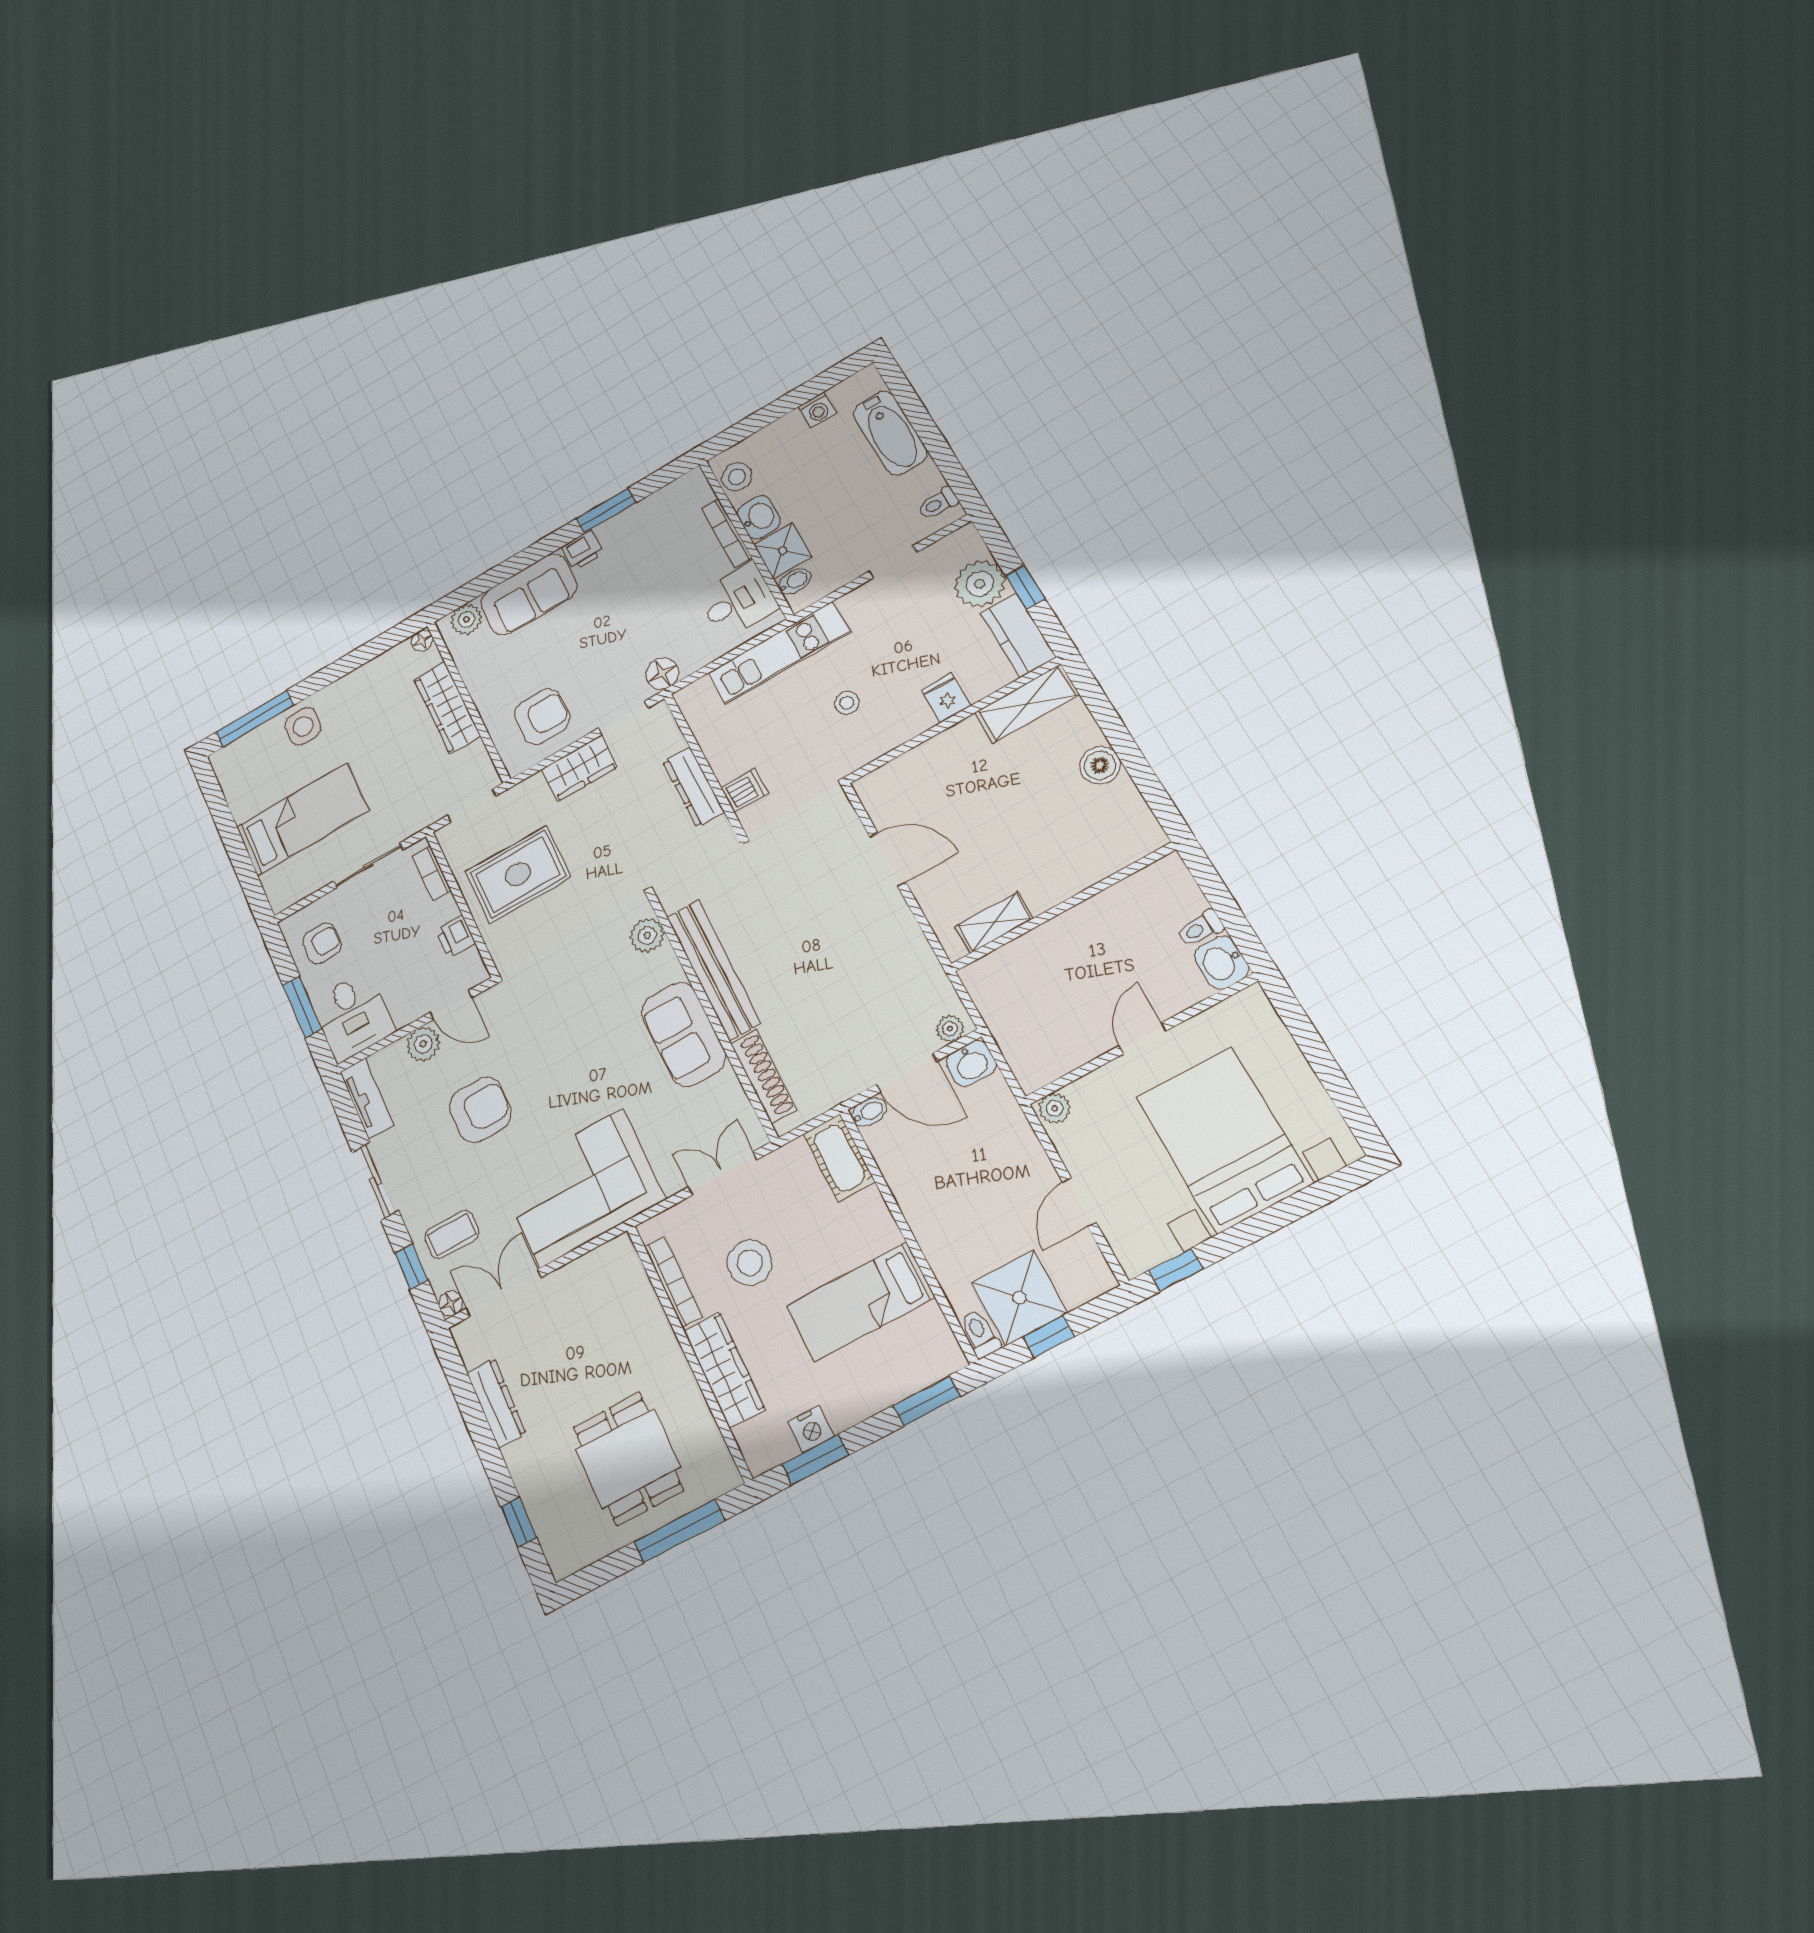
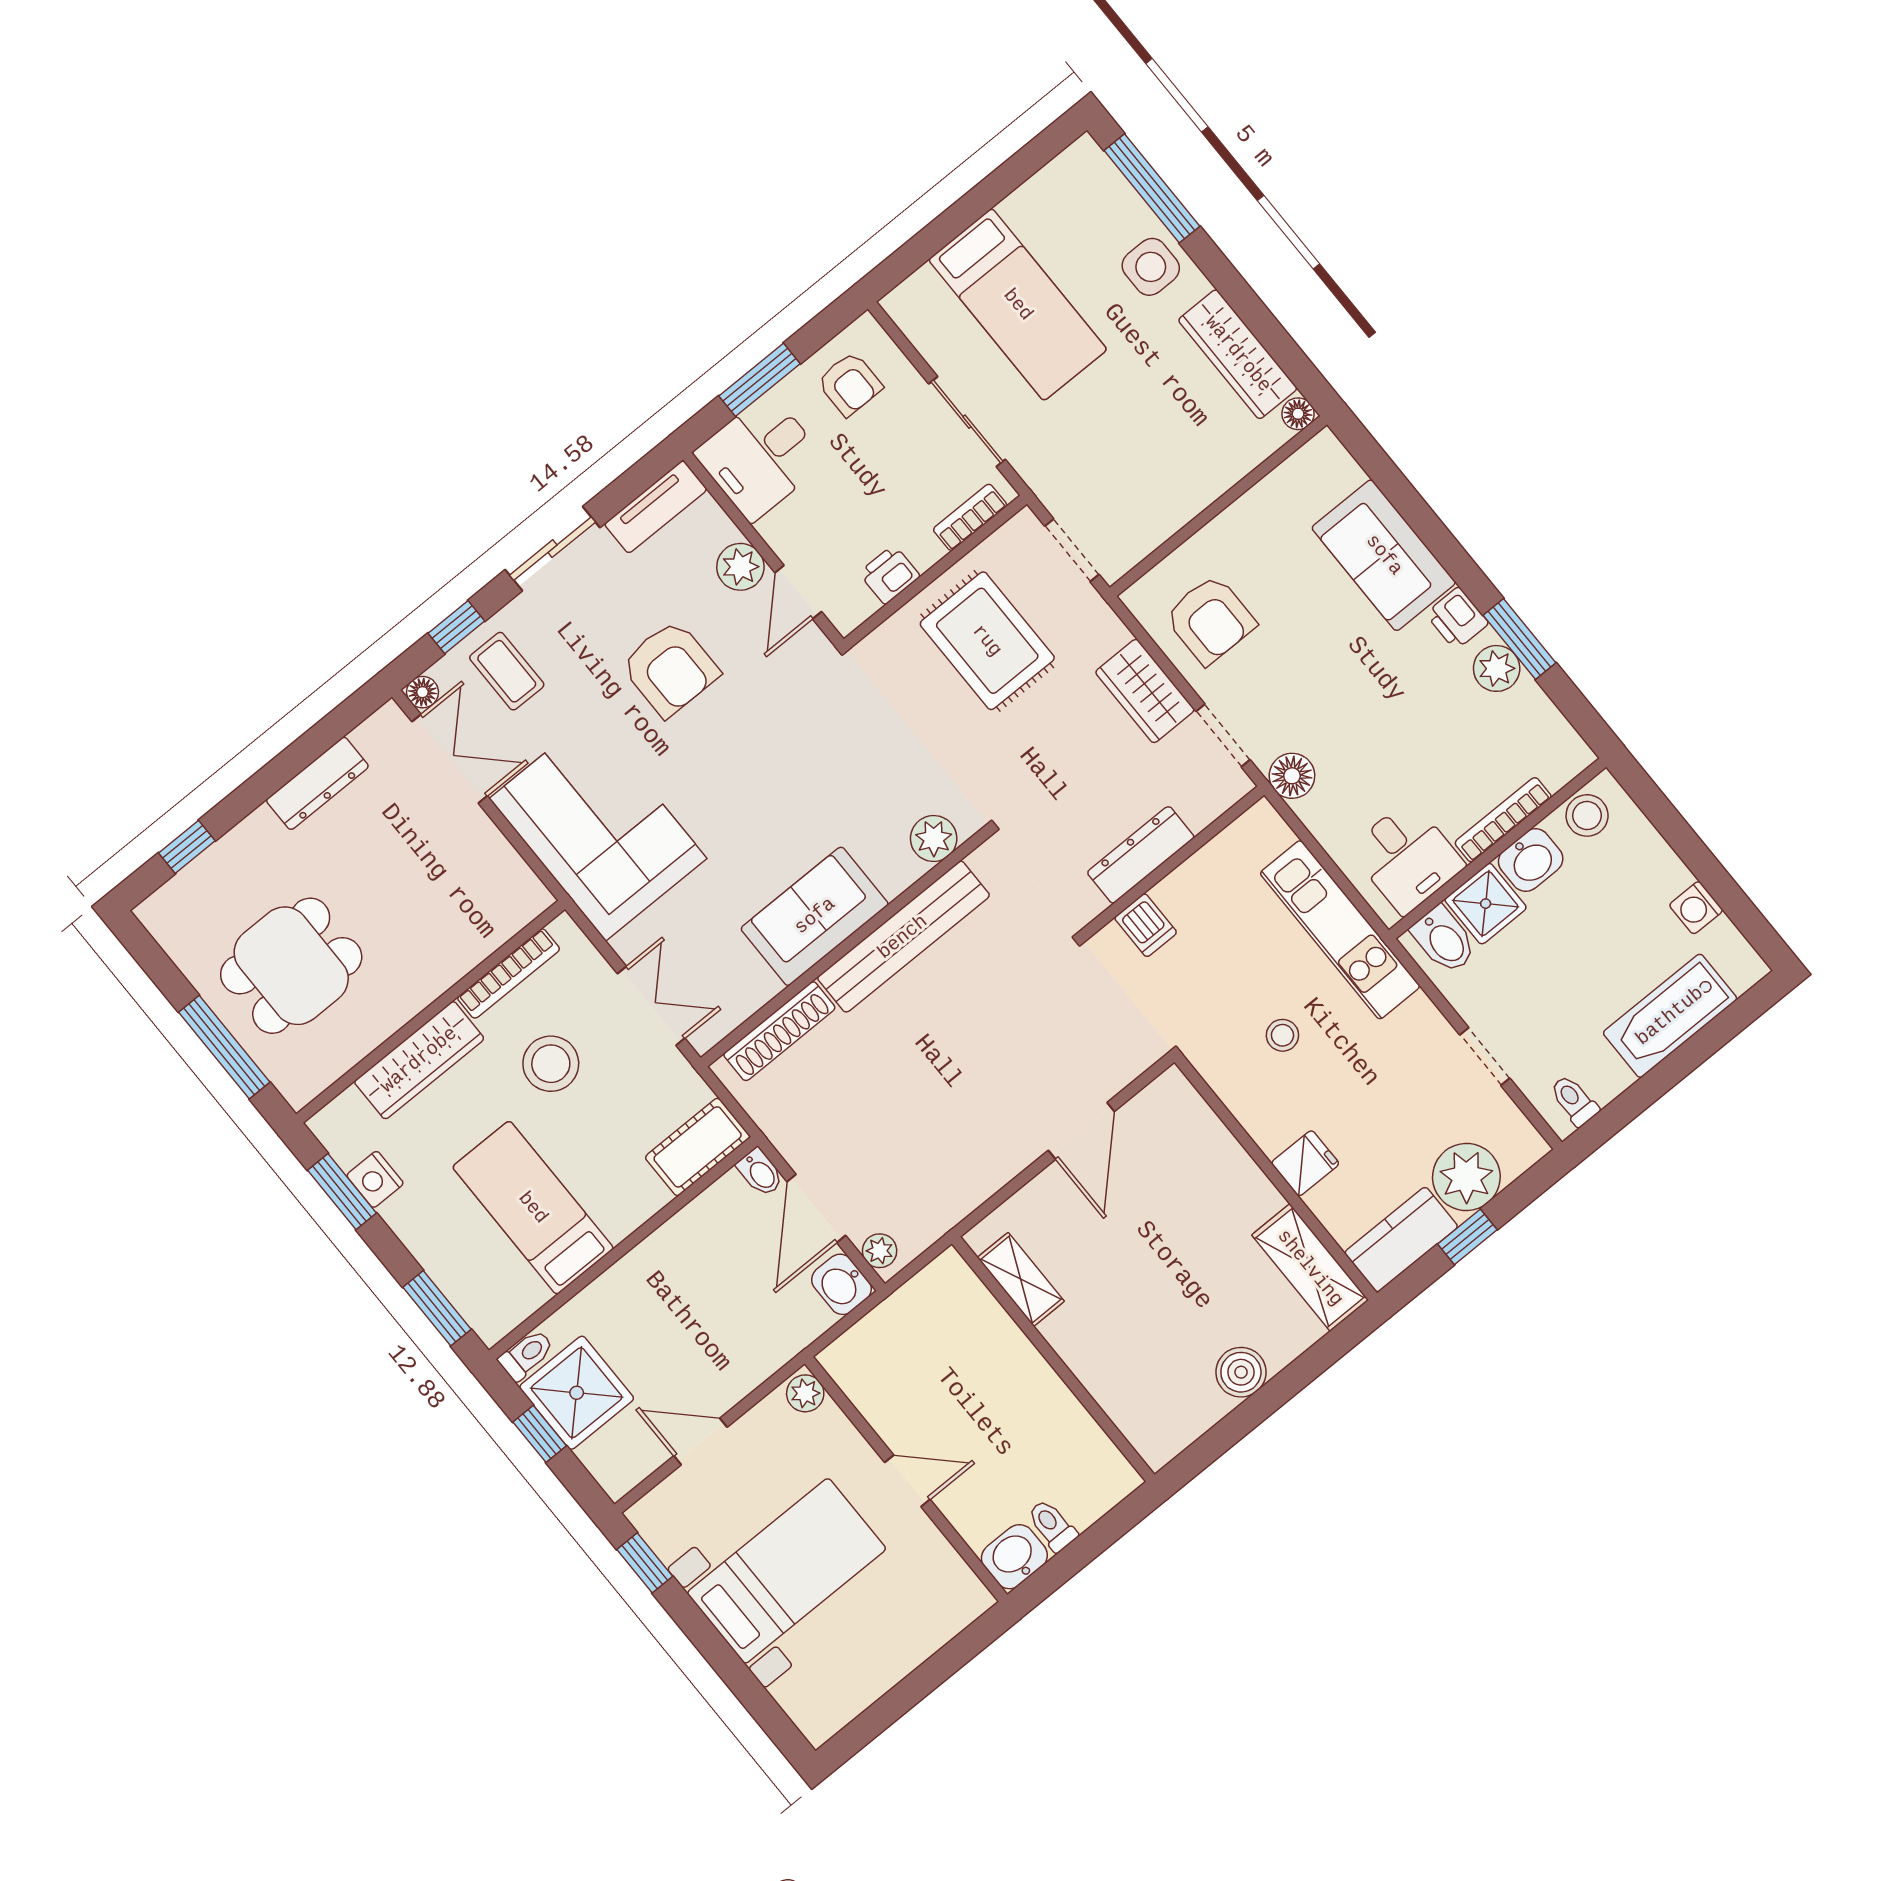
bidet: (795, 581) -> (1444, 940), width x1.38, depth x1.36
plant: (466, 620) -> (1497, 668), moved
wardrobe: (447, 708) -> (1238, 354), moved, turned -90
bed with nightstands: (1224, 1140) -> (787, 1571), width x0.73

